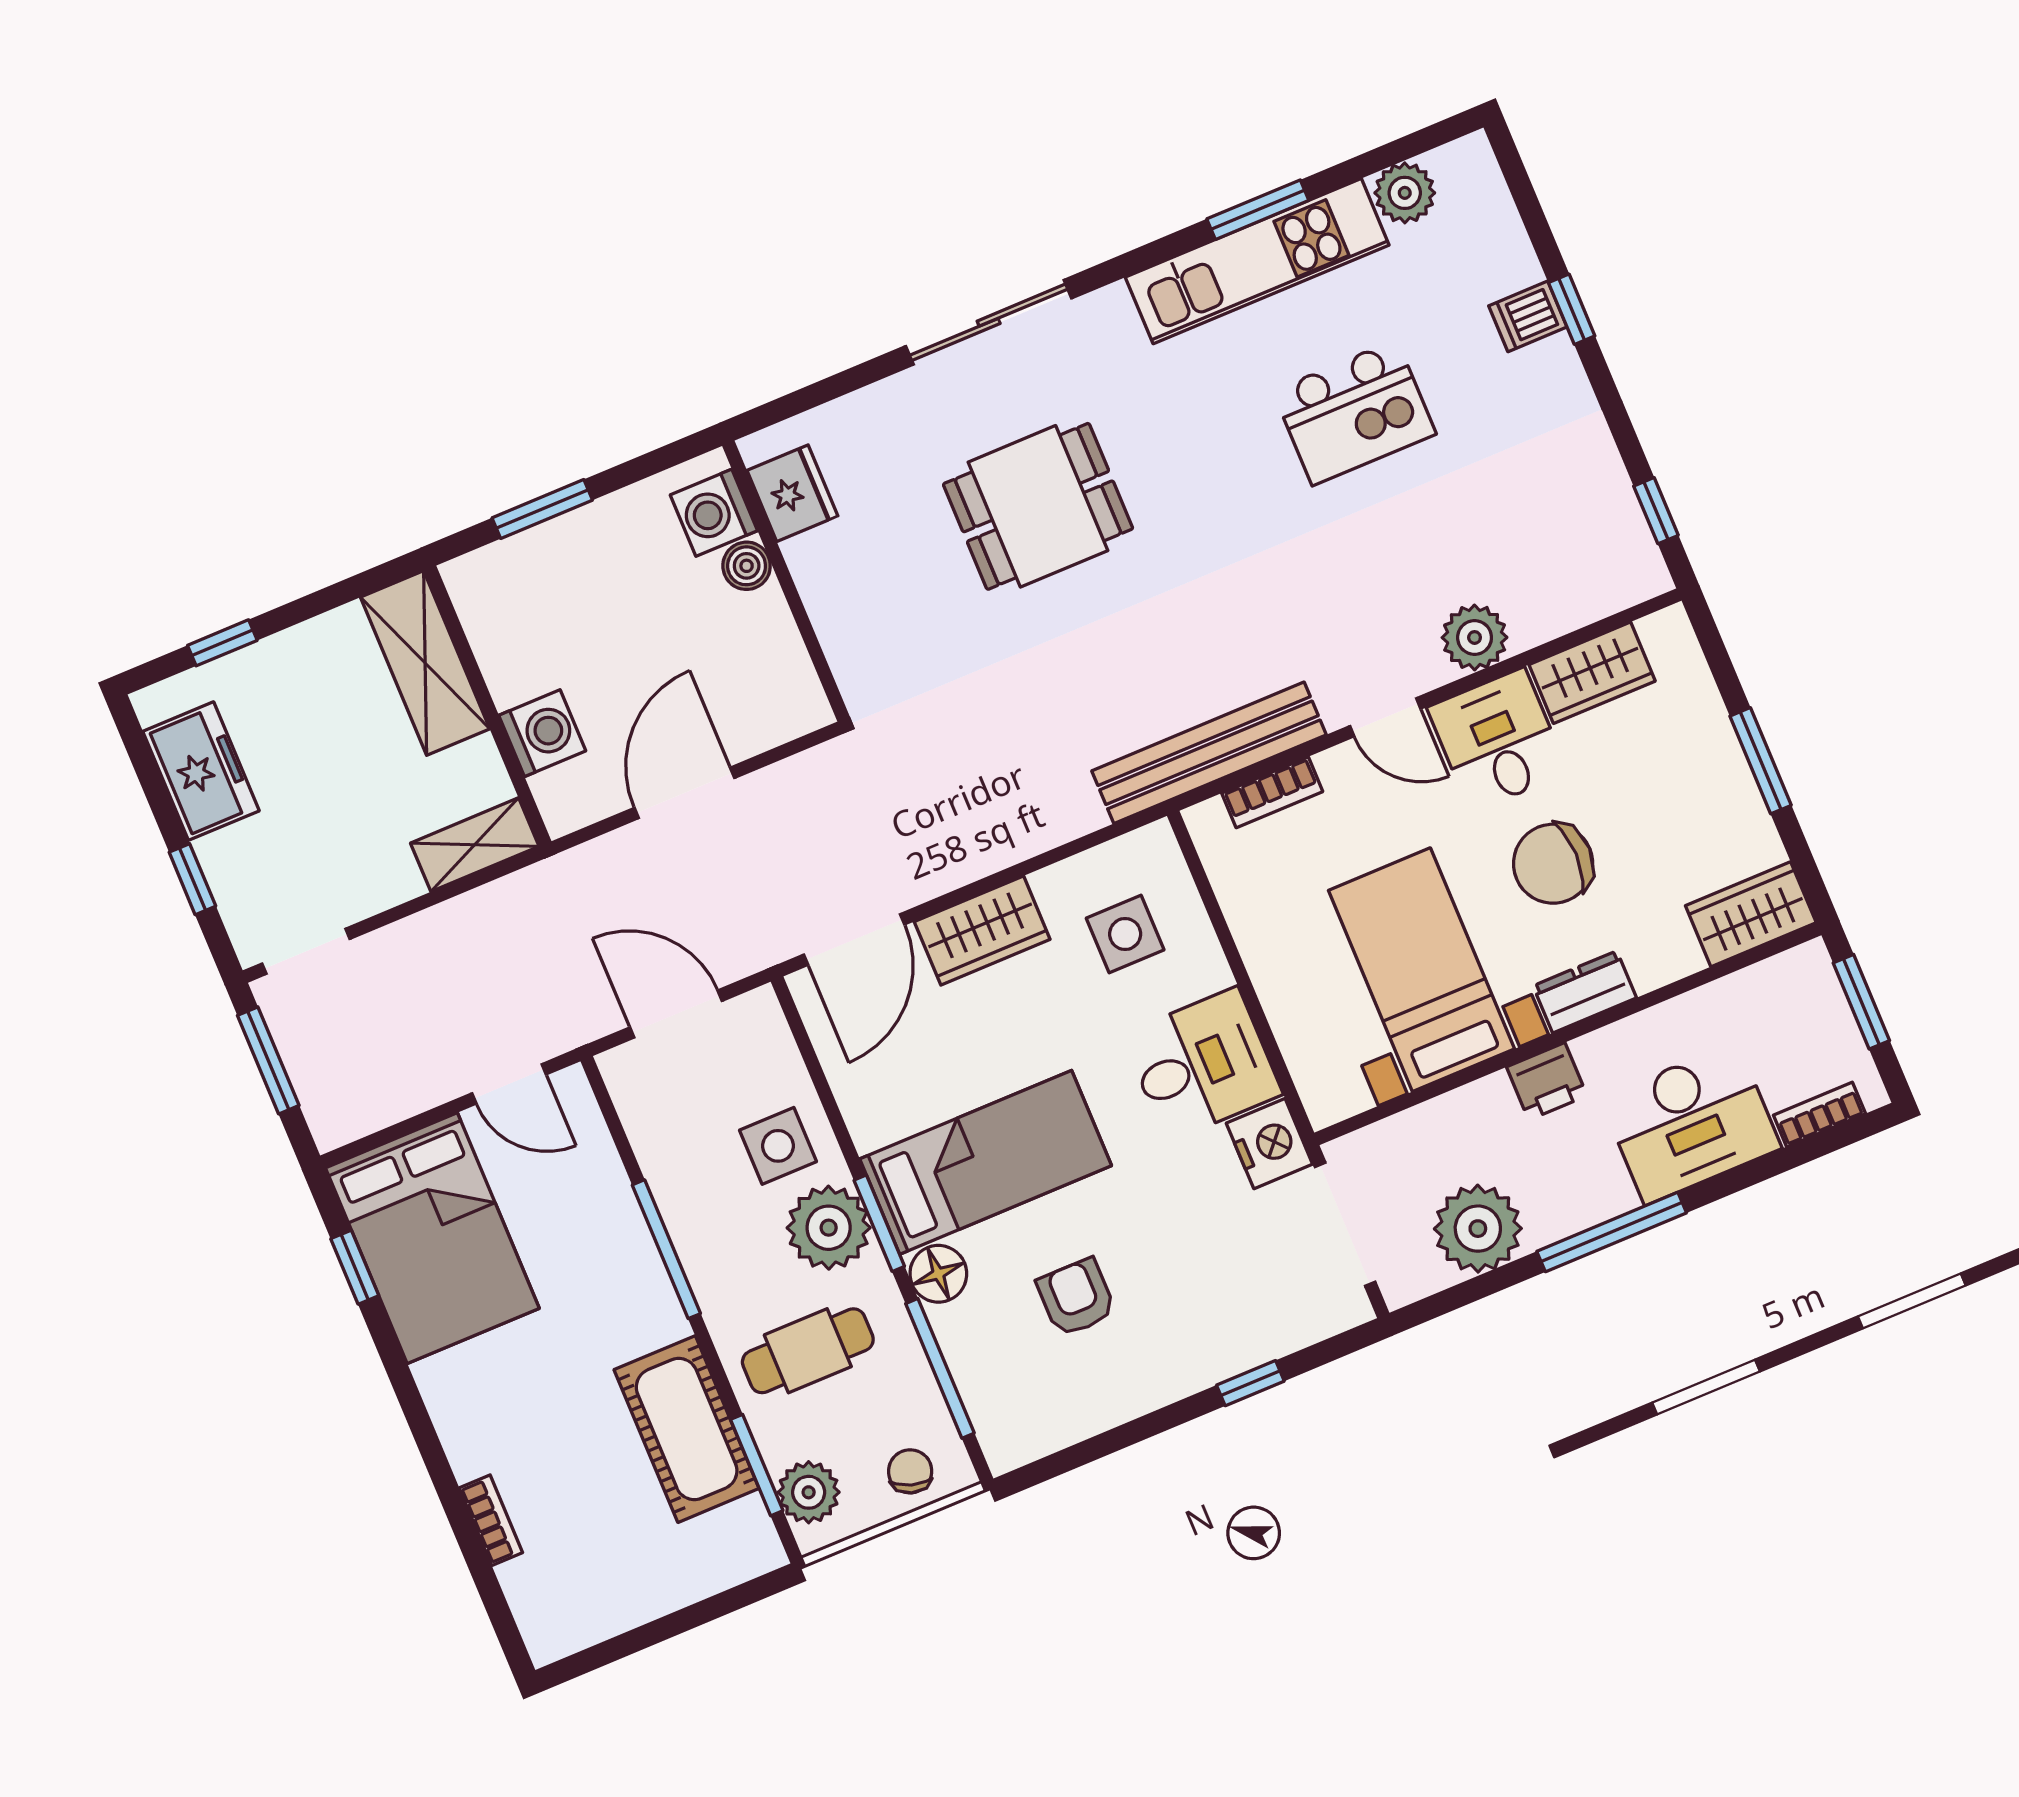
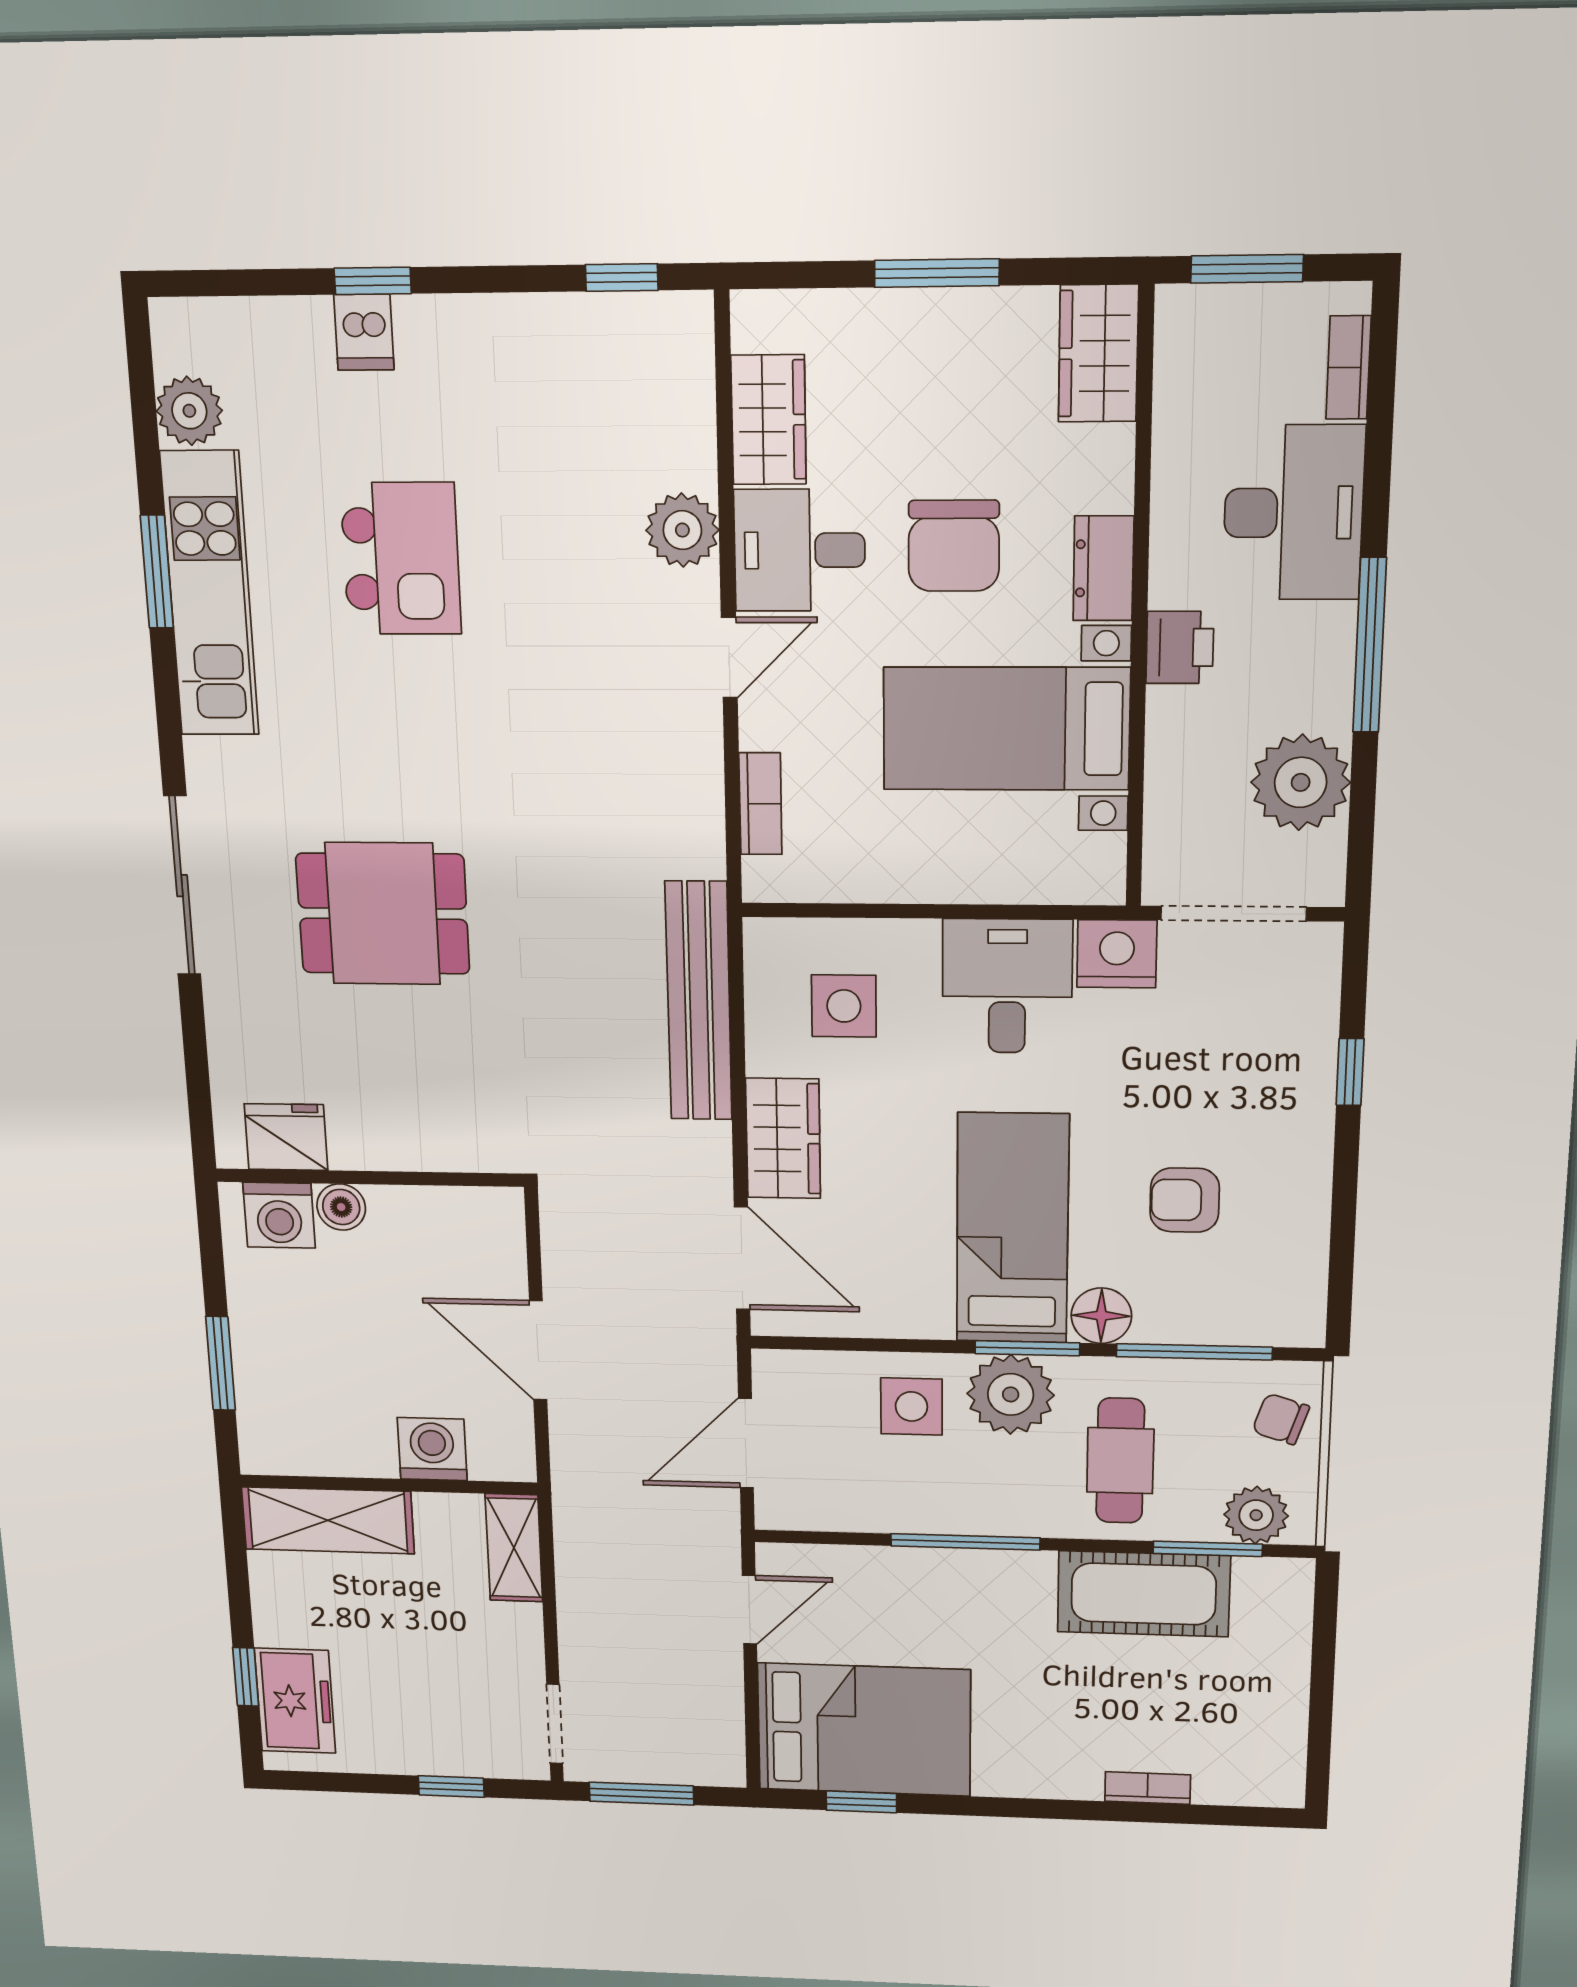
dining table: (1038, 506) -> (383, 914), turned 90
bench: (1209, 753) -> (699, 1001), moved
freezer: (201, 771) -> (295, 1701), moved, turned 90

